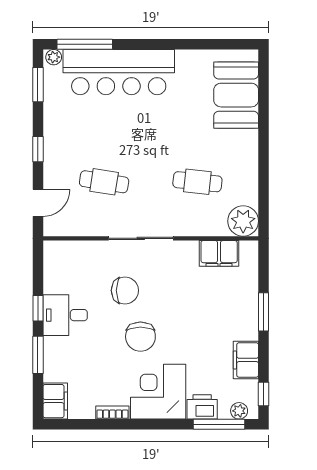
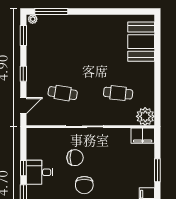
bar counter: (119, 72) -> (71, 28), removed
filing cabinet: (219, 253) -> (143, 136), moved

